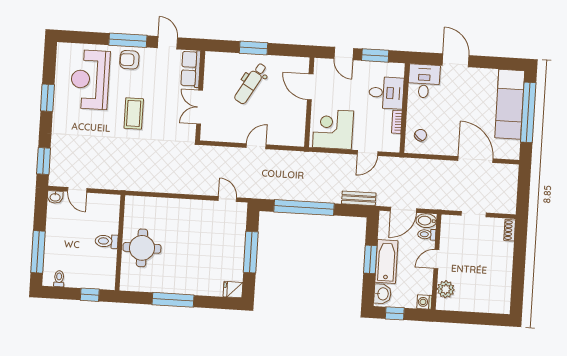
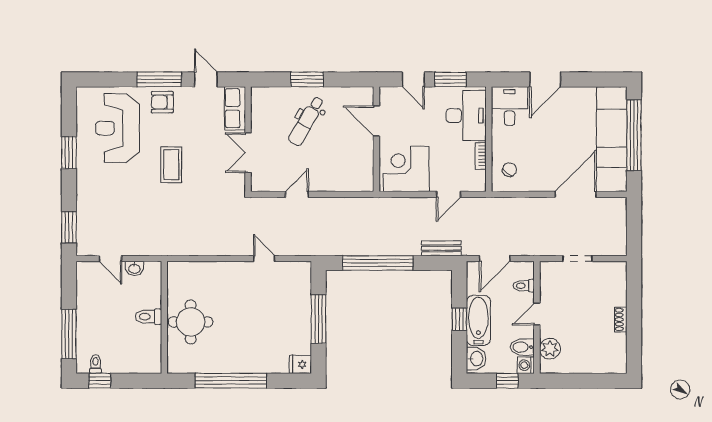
door: (456, 60) -> (545, 79), swing flipped
desk: (386, 93) -> (466, 116), width x1.37
door: (256, 146) -> (297, 194), moved
door: (476, 160) -> (576, 194), hinge flipped
washbasin: (55, 197) -> (134, 268), moved
door: (227, 199) -> (264, 259), moved
bidet: (426, 221) -> (522, 347), moved
shoe rack: (510, 230) -> (621, 320), moved
window: (370, 259) -> (459, 319), width x0.67
window: (90, 295) -> (100, 381), moved
window: (173, 300) -> (231, 381), width x1.46
window: (395, 313) -> (507, 381), moved

